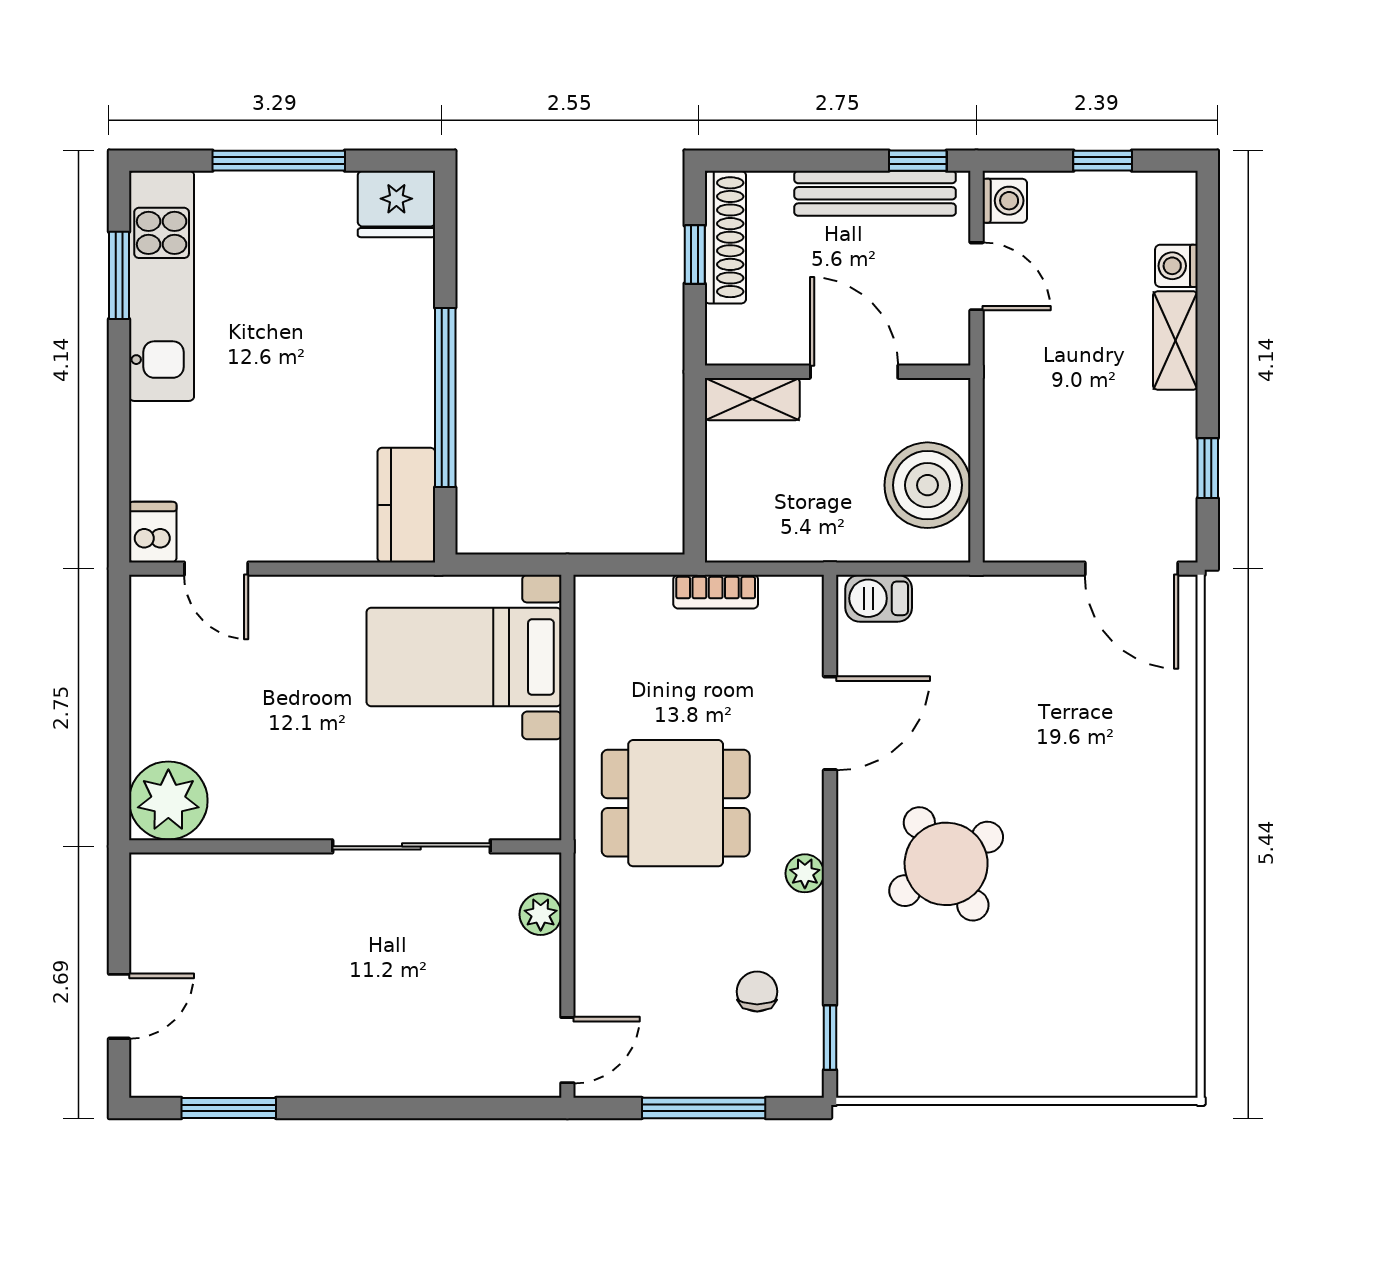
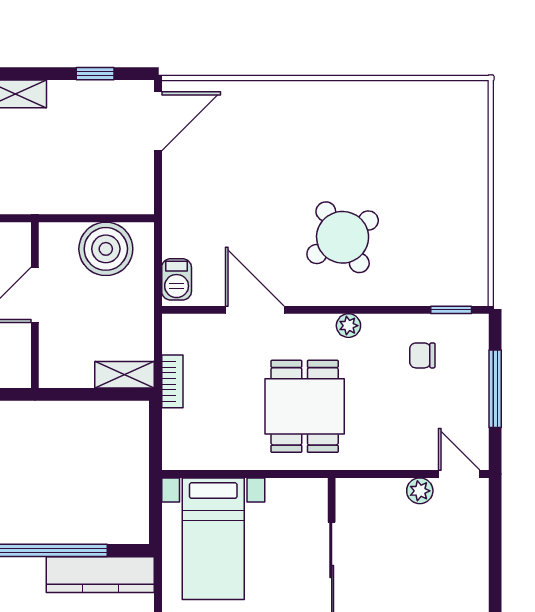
shelving: (752, 399) -> (125, 375), moved, turned 90
kitchen counter: (406, 505) -> (100, 575), width x1.50
plant: (541, 914) -> (420, 491), moved

